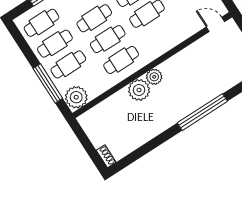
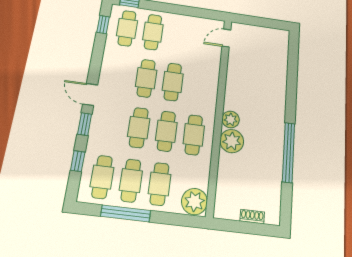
window: (48, 83) -> (126, 213), moved
window: (202, 112) -> (289, 152), moved
shoe rack: (106, 156) -> (252, 217), moved

